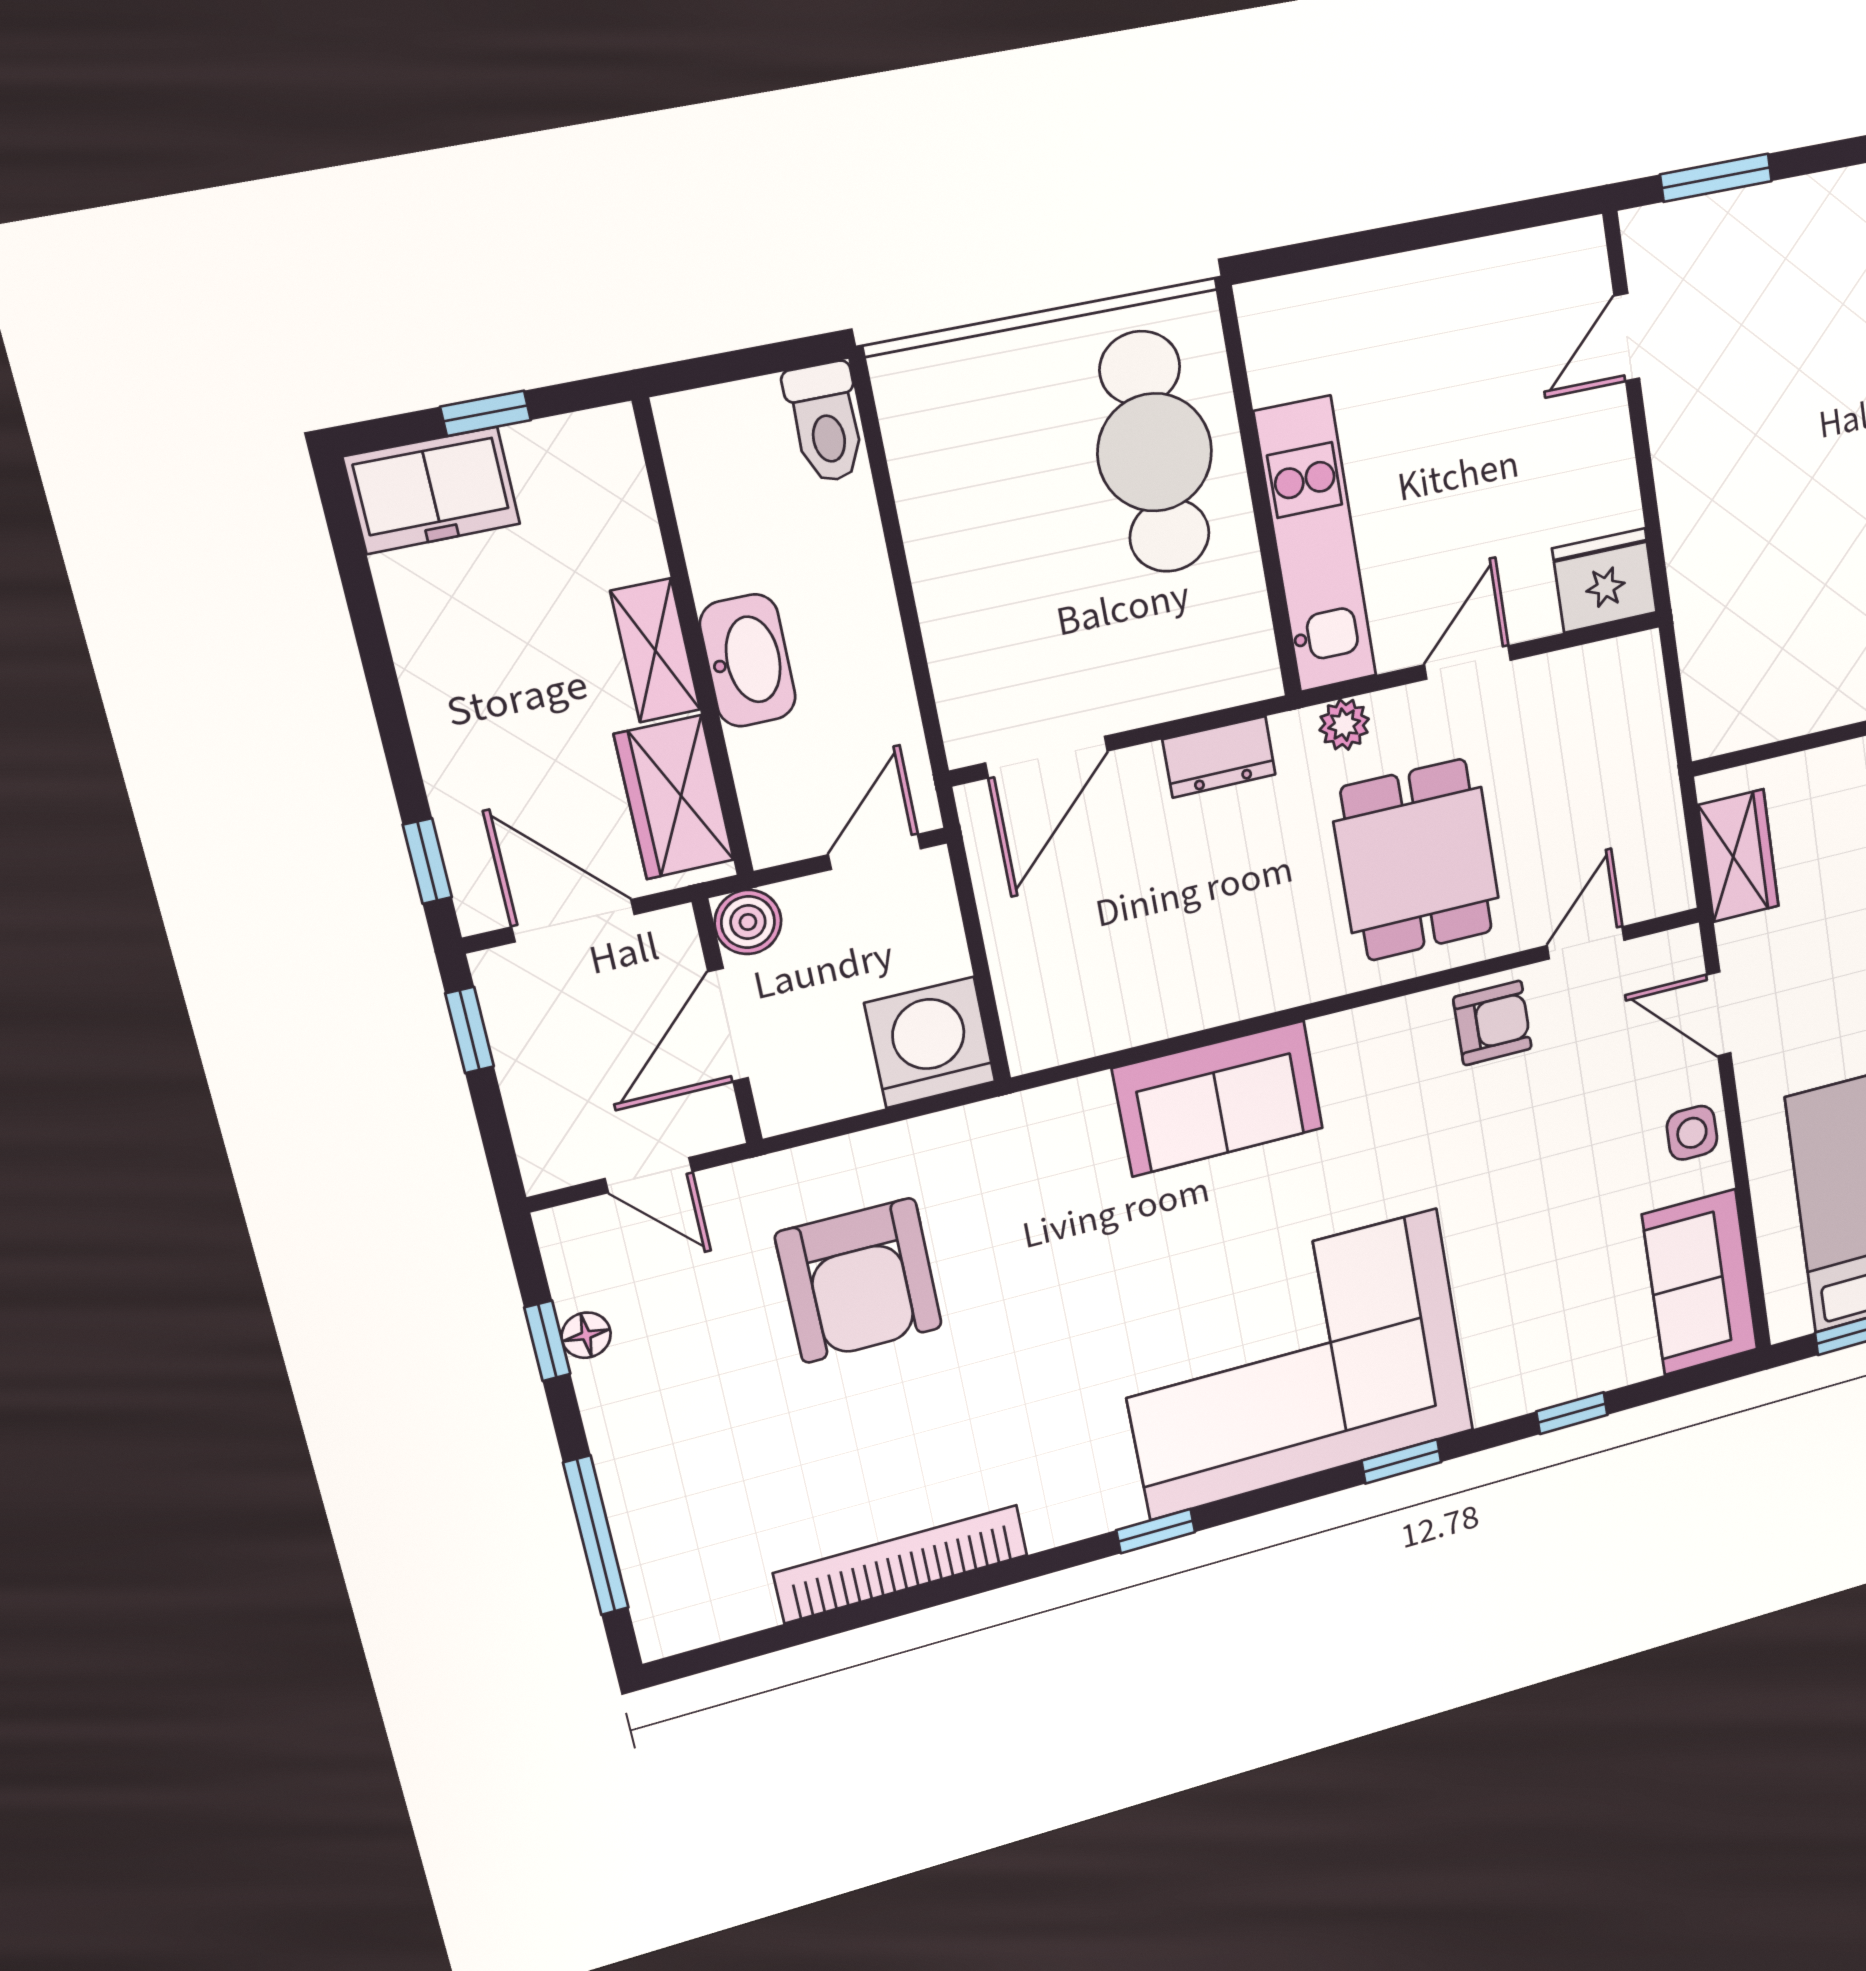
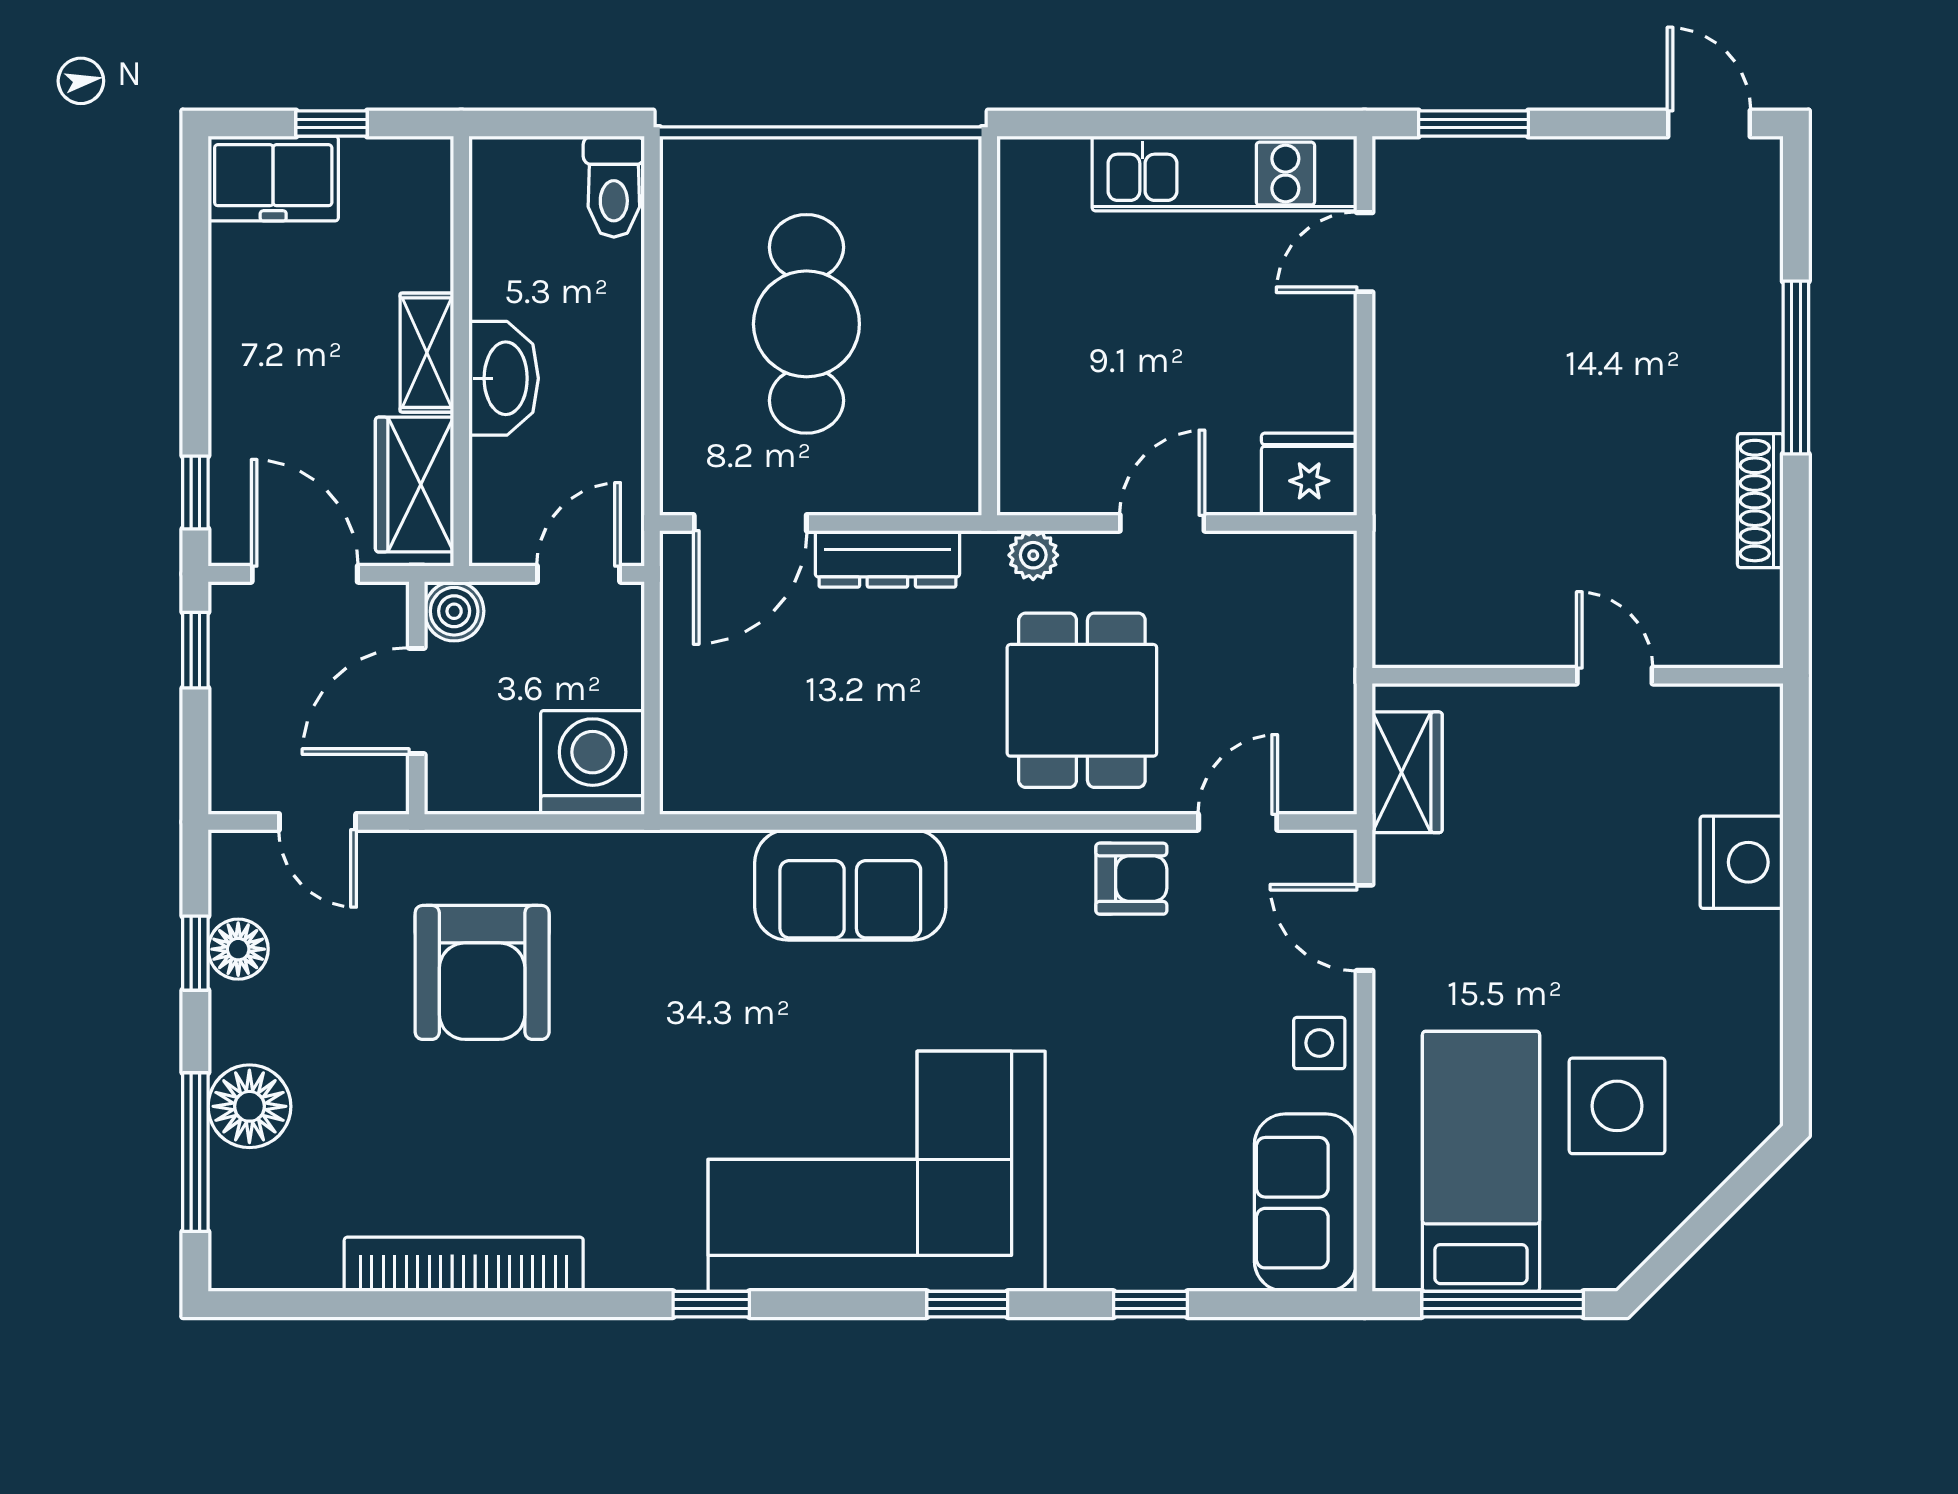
cafe table: (1155, 452) -> (806, 324), moved
kitchen unit: (1315, 545) -> (1225, 174), moved, turned 90
dresser: (1219, 757) -> (887, 559), width x1.44
floor lamp: (586, 1335) -> (238, 949), width x1.37, depth x1.37
floor lamp: (643, 1476) -> (249, 1106), added

